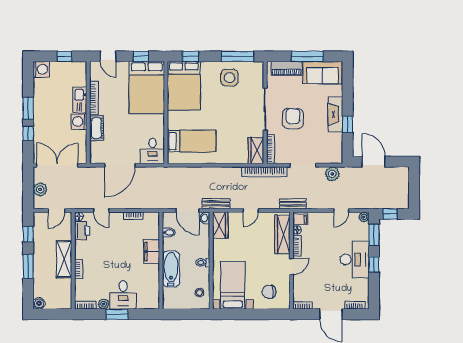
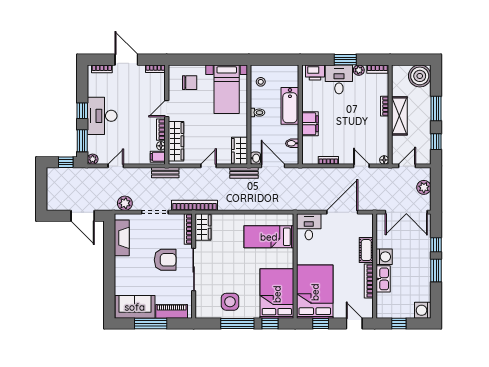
window: (238, 56) -> (237, 324), moved
fireplace: (335, 114) -> (122, 238), moved
armchair: (293, 119) -> (165, 260), turned -90
window: (348, 124) -> (109, 254), removed
printer: (82, 231) -> (315, 72), moved, turned -90
boiler: (39, 303) -> (420, 76), width x1.86, depth x1.86

